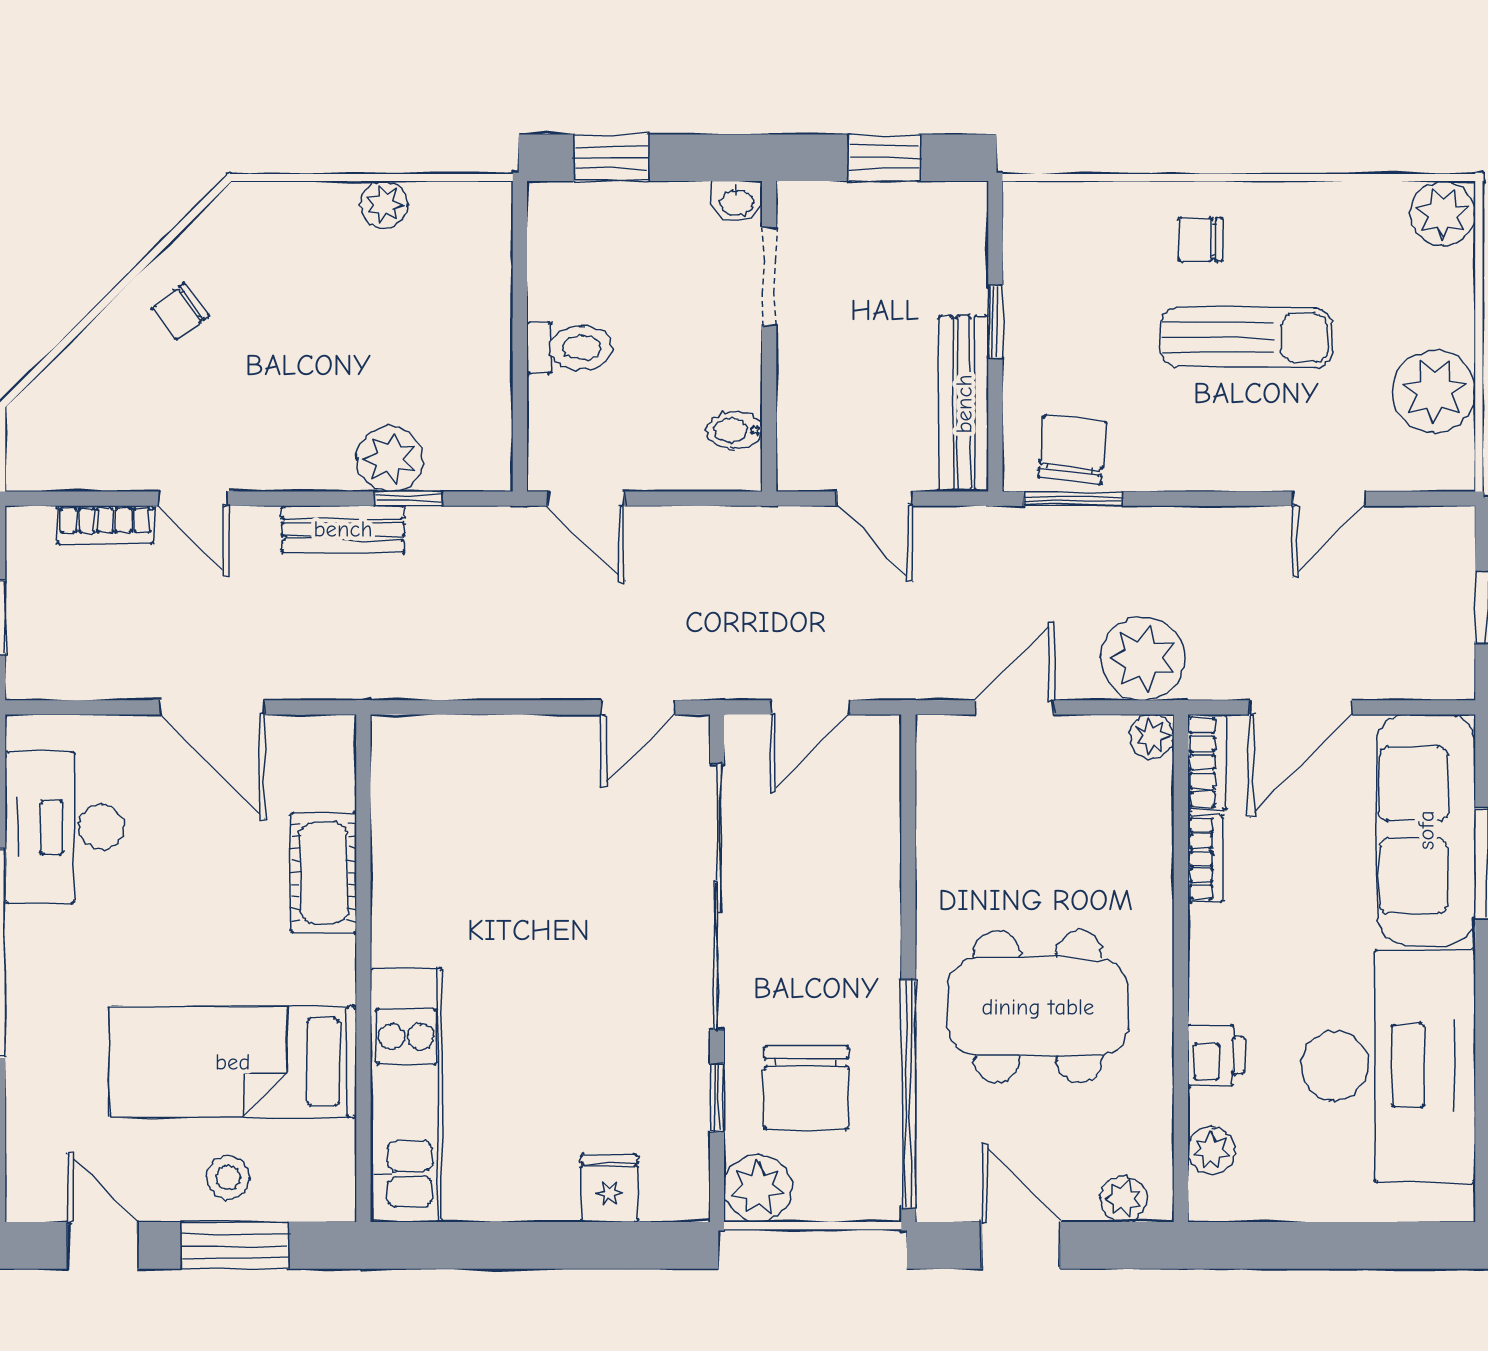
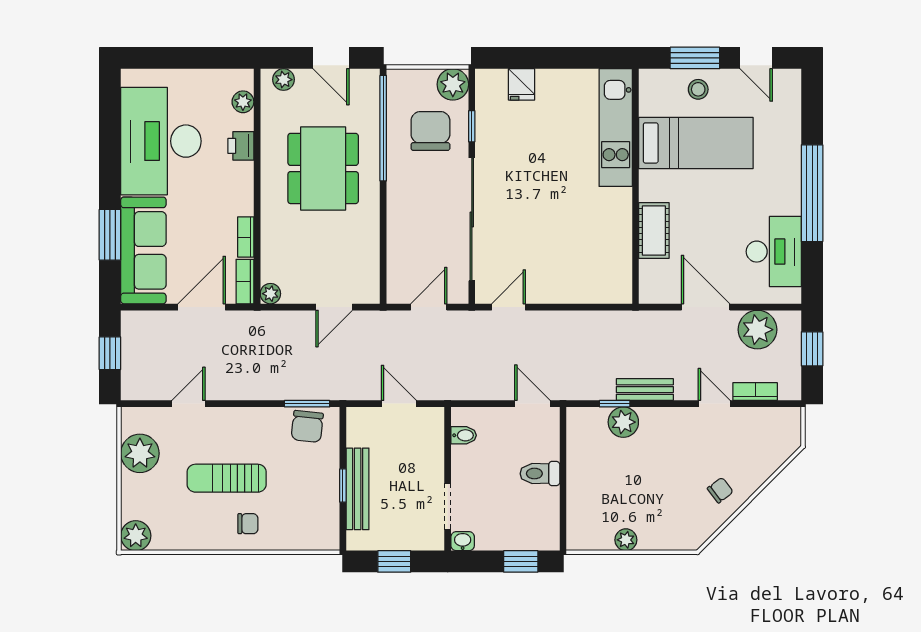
bench: (964, 404) -> (358, 489), moved
plant: (1143, 659) -> (757, 330), moved
dining table: (1038, 1007) -> (323, 168), turned 90

